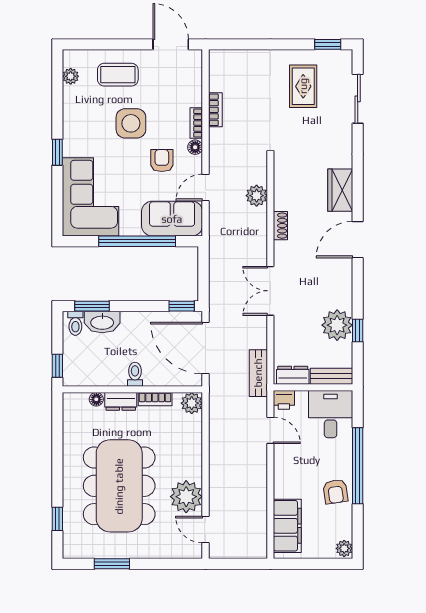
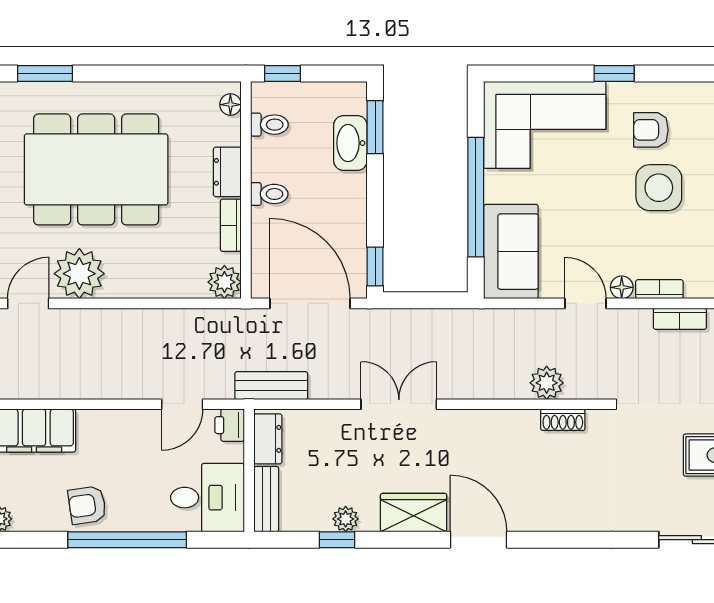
armchair: (162, 161) -> (651, 130), moved, turned 180
door: (205, 187) -> (586, 303), moved
wardrobe: (340, 190) -> (414, 513), moved
shoe rack: (280, 226) -> (563, 420), moved
toilet: (75, 323) -> (269, 125), moved, turned 180
plant: (337, 325) -> (346, 519), width x0.53, depth x0.53
door: (205, 348) -> (310, 303), hinge flipped
floor lamp: (96, 399) -> (230, 105), moved
window: (57, 519) -> (45, 73), width x1.50

